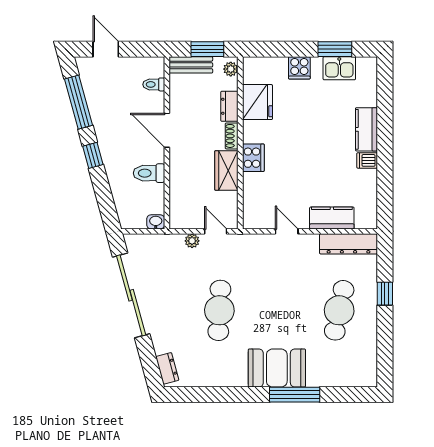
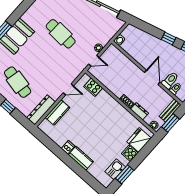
fridge: (257, 102) -> (139, 140), moved, turned 90
door: (167, 130) -> (152, 77), hinge flipped
cooker: (253, 158) -> (93, 87), moved
wardrobe: (226, 170) -> (115, 87), removed
toilet: (149, 173) -> (170, 80), moved

